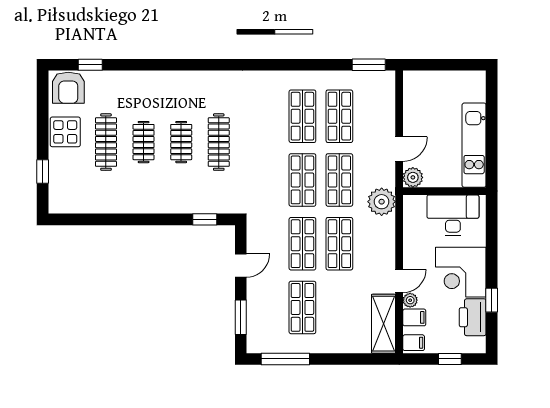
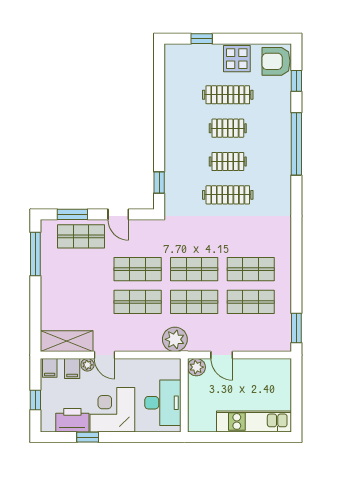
window: (161, 65) -> (296, 144), added
kitchen unit: (474, 145) -> (254, 421), moved
shop shelf: (302, 307) -> (81, 236), moved

